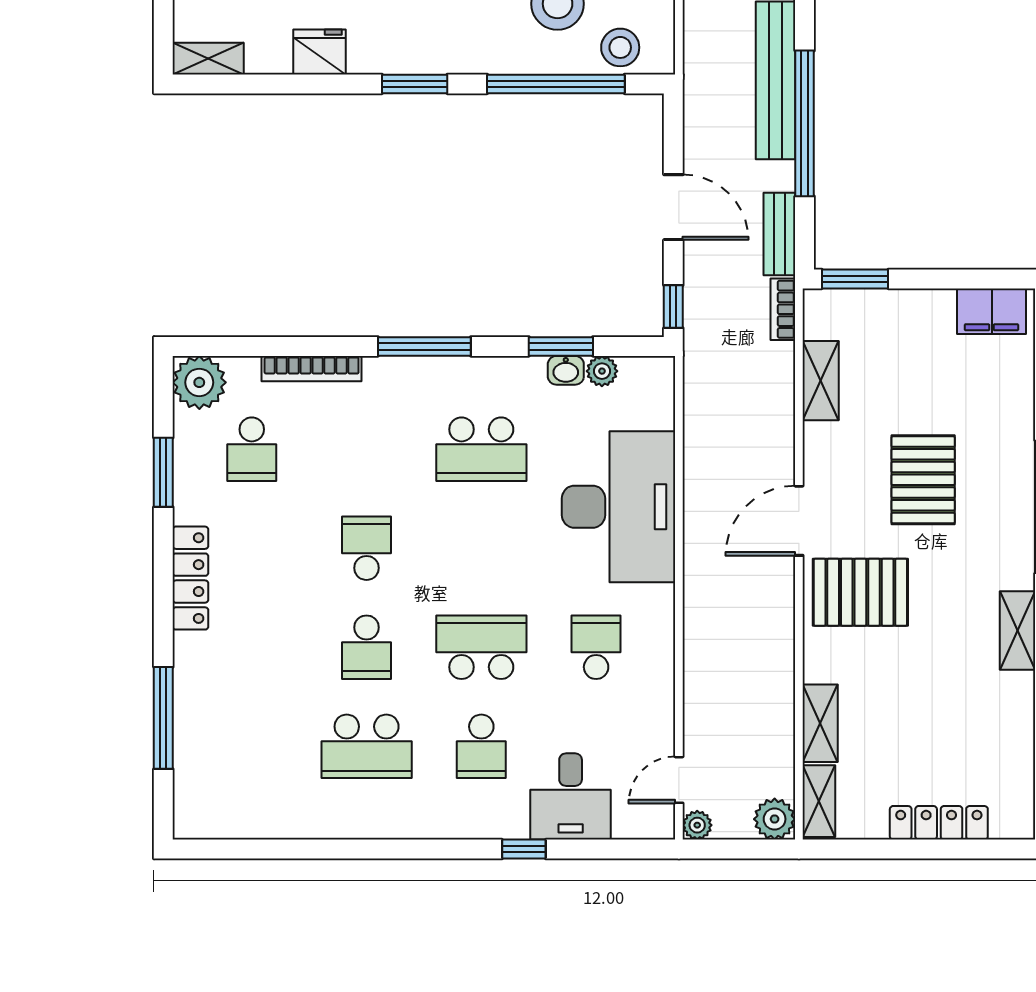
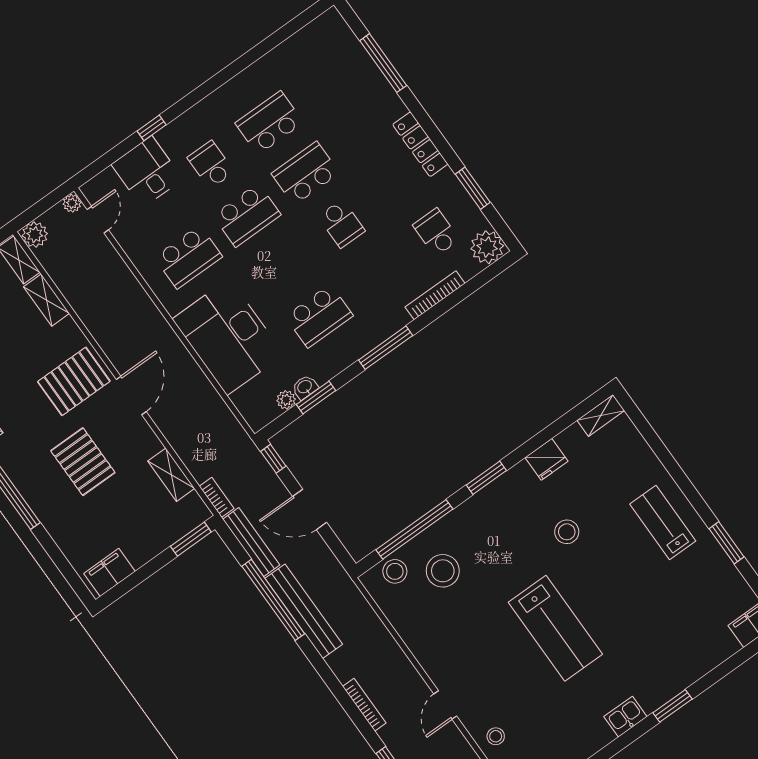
bench: (779, 234) -> (251, 542), width x1.36
school desk: (481, 449) -> (319, 316), turned 180
school desk: (367, 647) -> (305, 173), width x1.85
school desk: (596, 647) -> (188, 257), width x1.85

